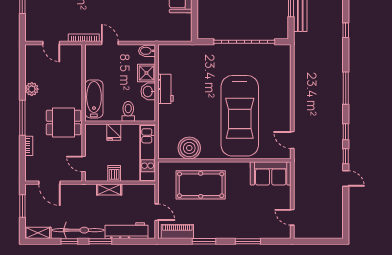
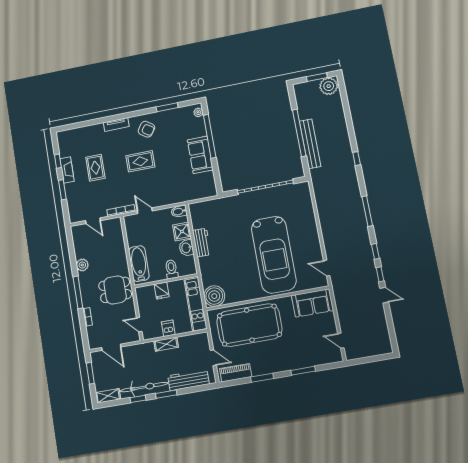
boiler: (189, 148) -> (214, 296), moved
pool table: (201, 185) -> (249, 325), width x1.36, depth x1.32

